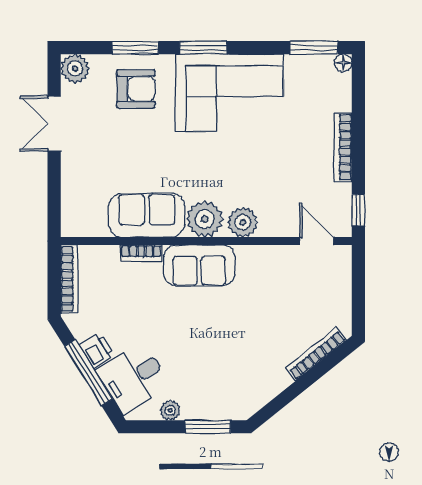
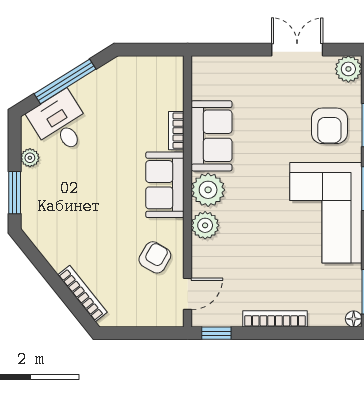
armchair: (277, 276) -> (155, 257), added
bookcase: (69, 279) -> (152, 64), removed
printer: (97, 350) -> (86, 89), removed

